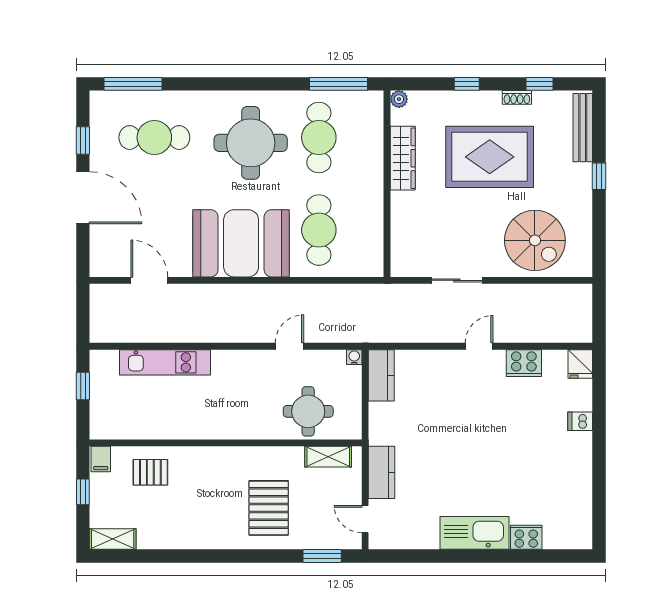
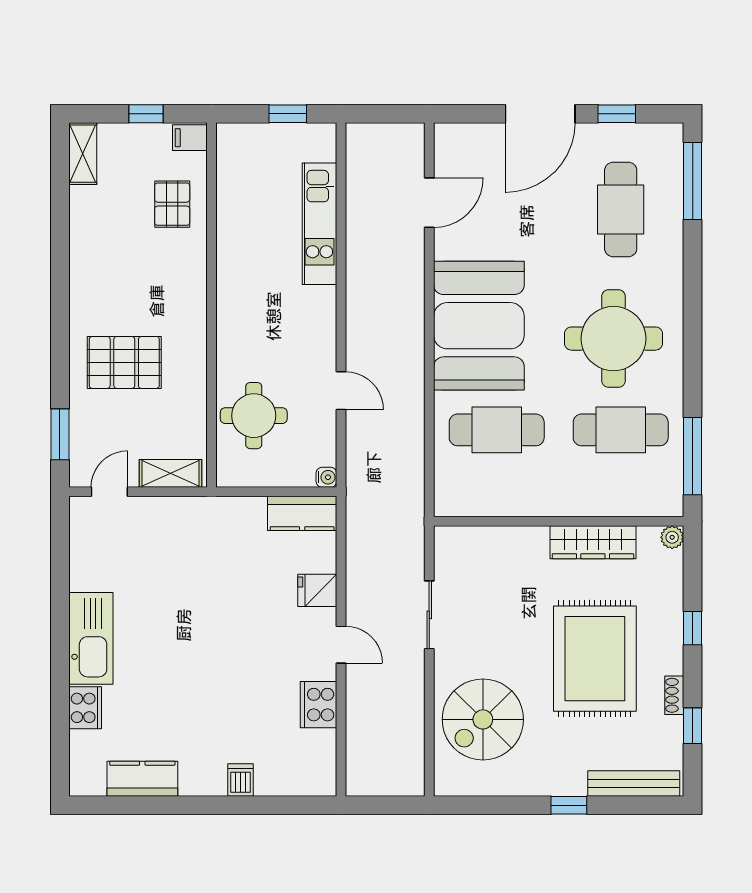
fridge: (580, 364) -> (317, 590), moved
shelving: (328, 457) -> (170, 473), moved, turned 90
kitchen counter: (382, 472) -> (142, 779), moved, turned 180

